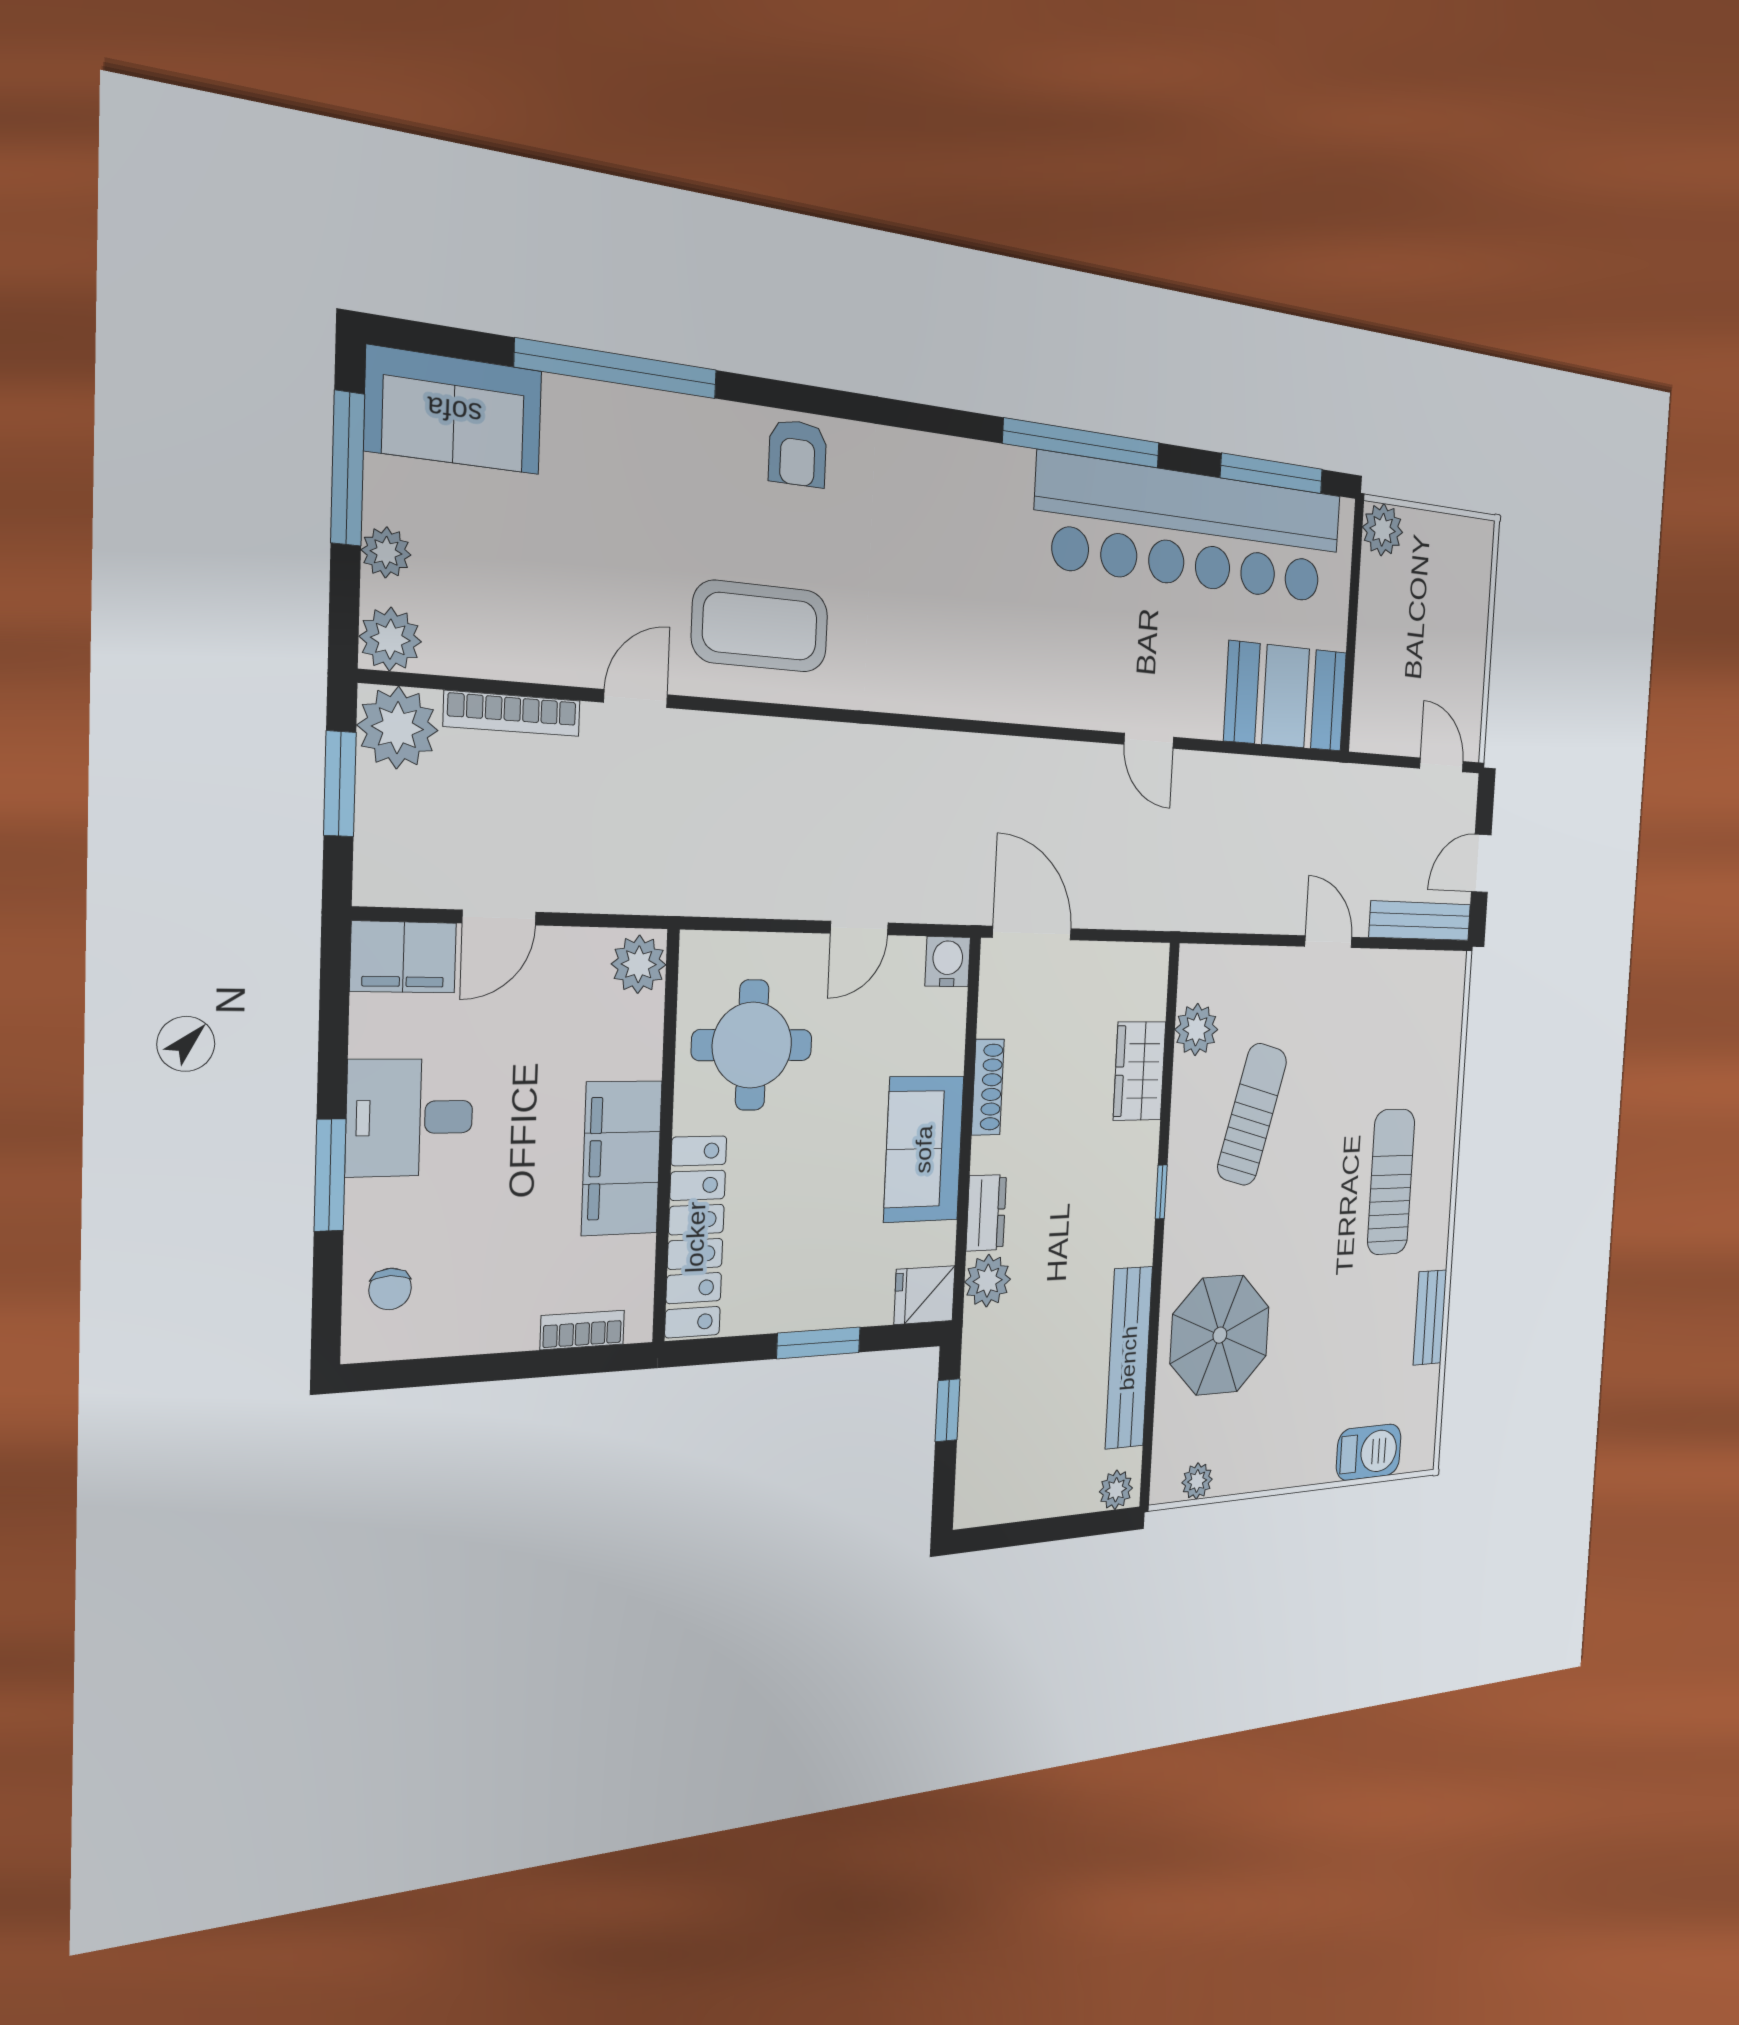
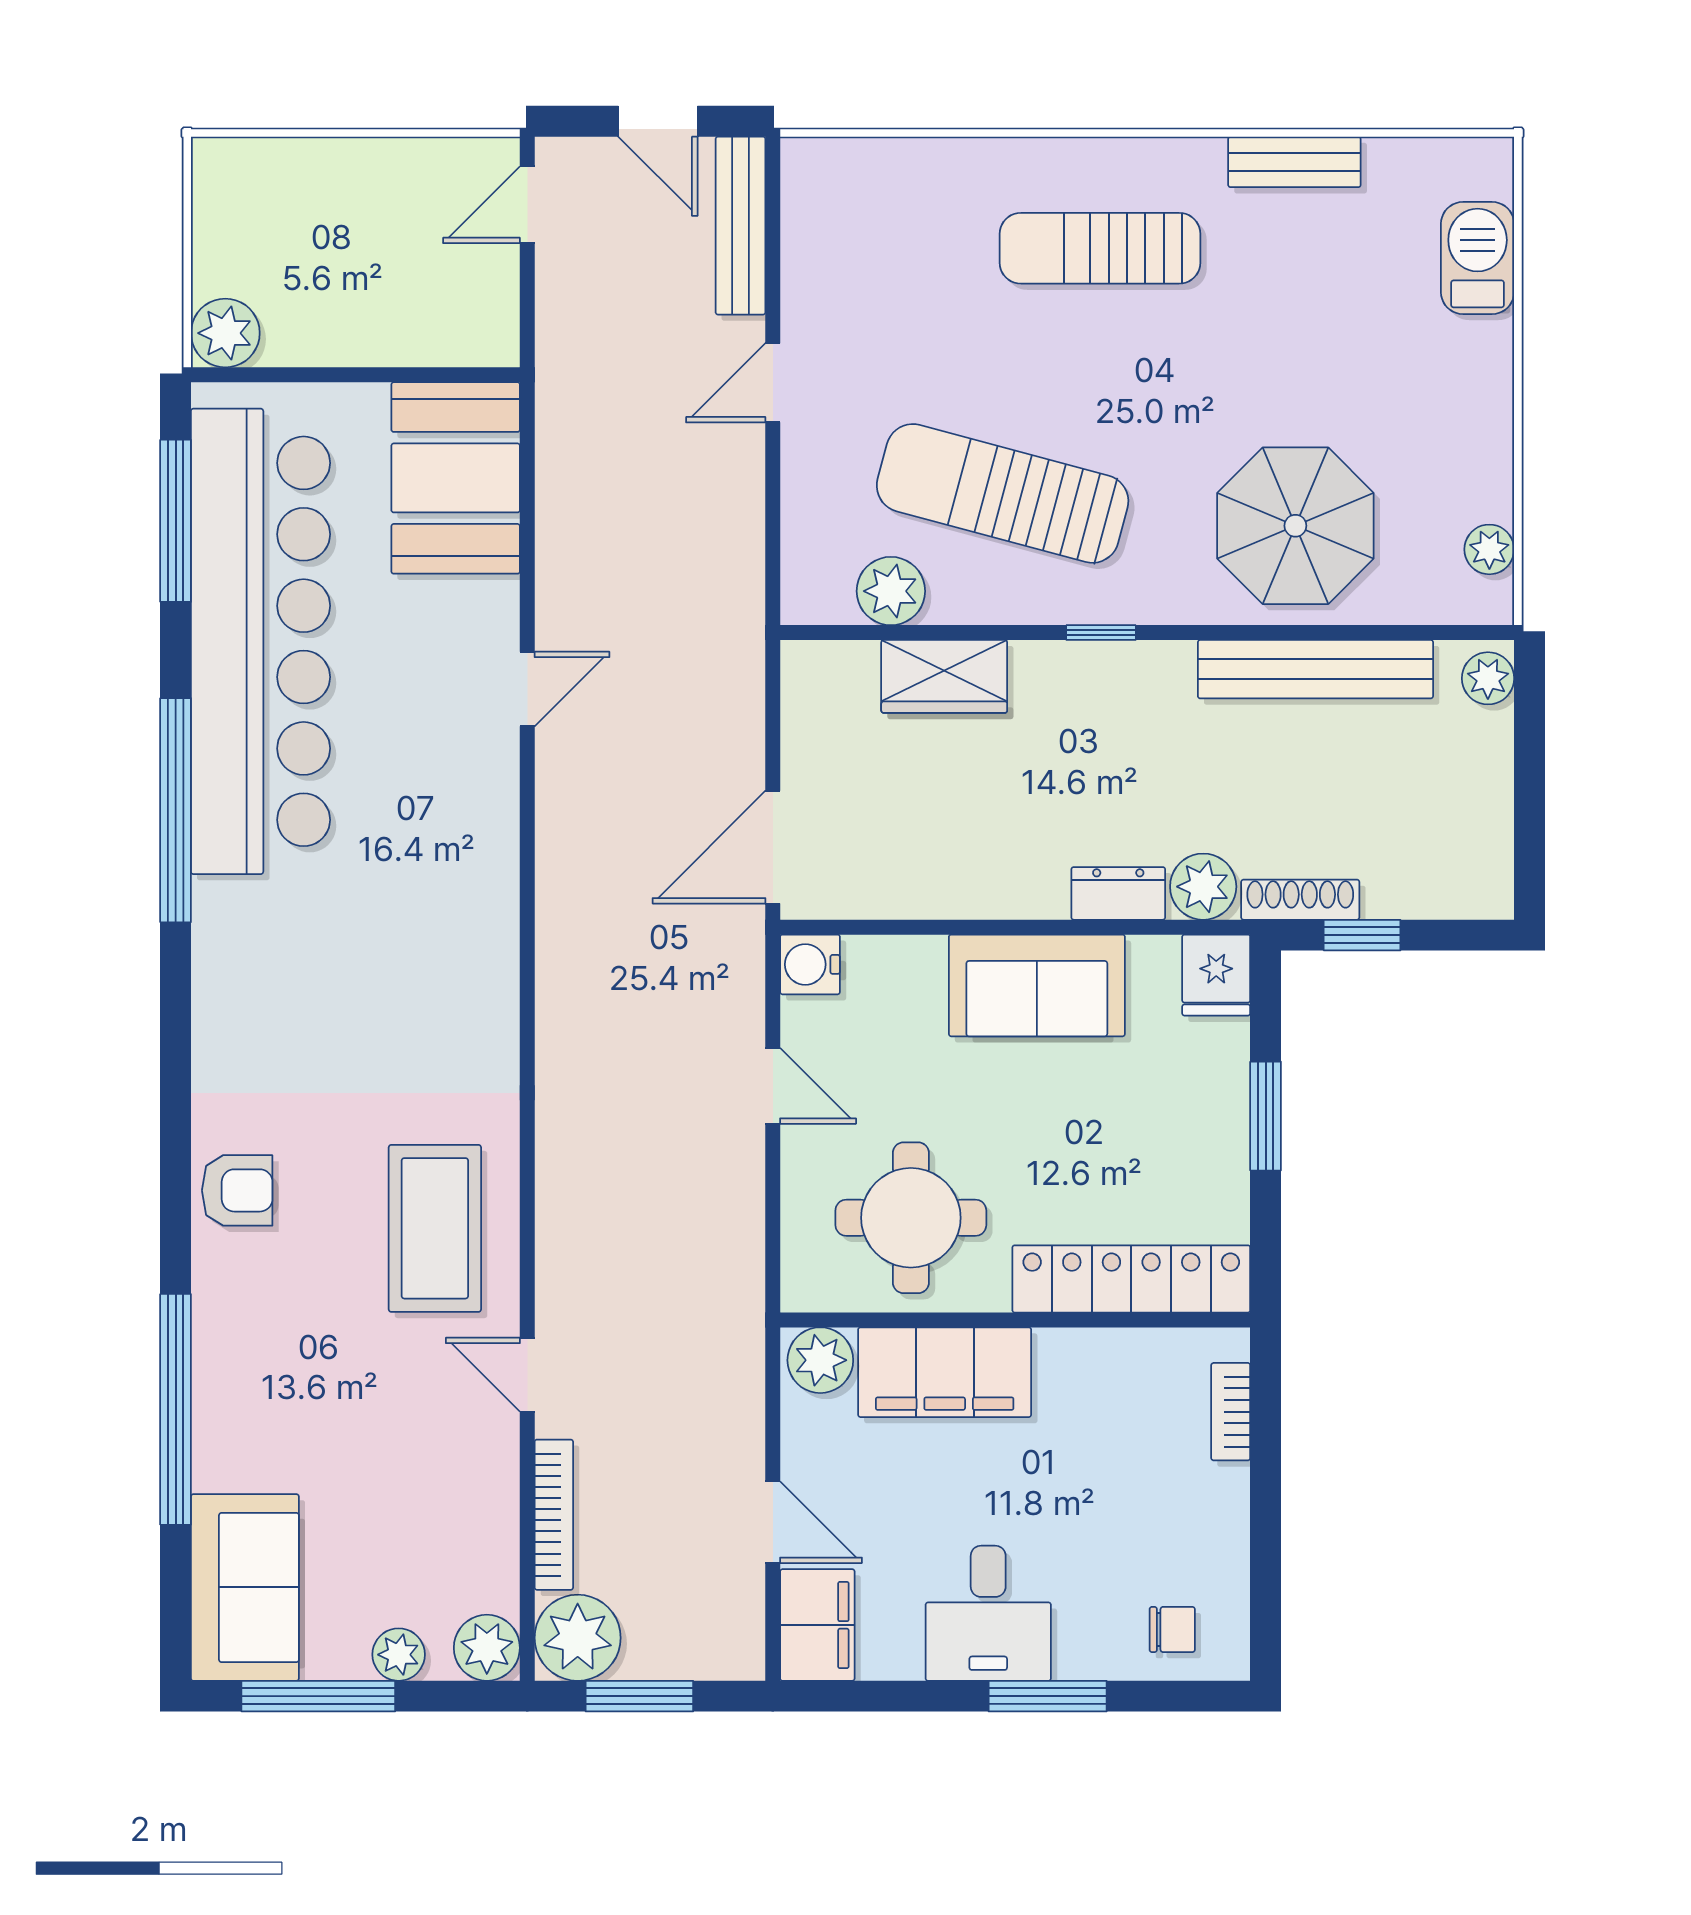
shoe rack: (988, 1087) -> (1300, 900), moved
sun lounger: (1252, 1114) -> (1003, 493), width x1.36, depth x1.34
filing cabinet: (622, 1158) -> (945, 1372), moved

